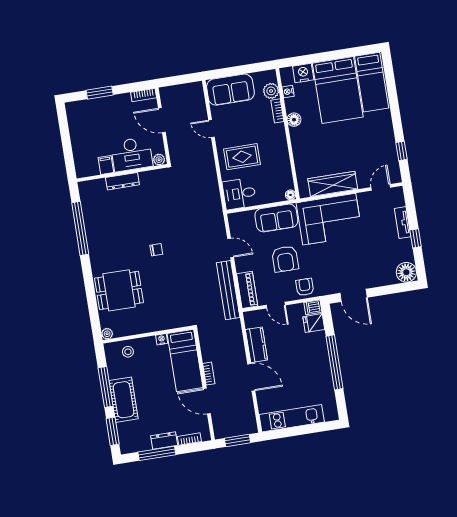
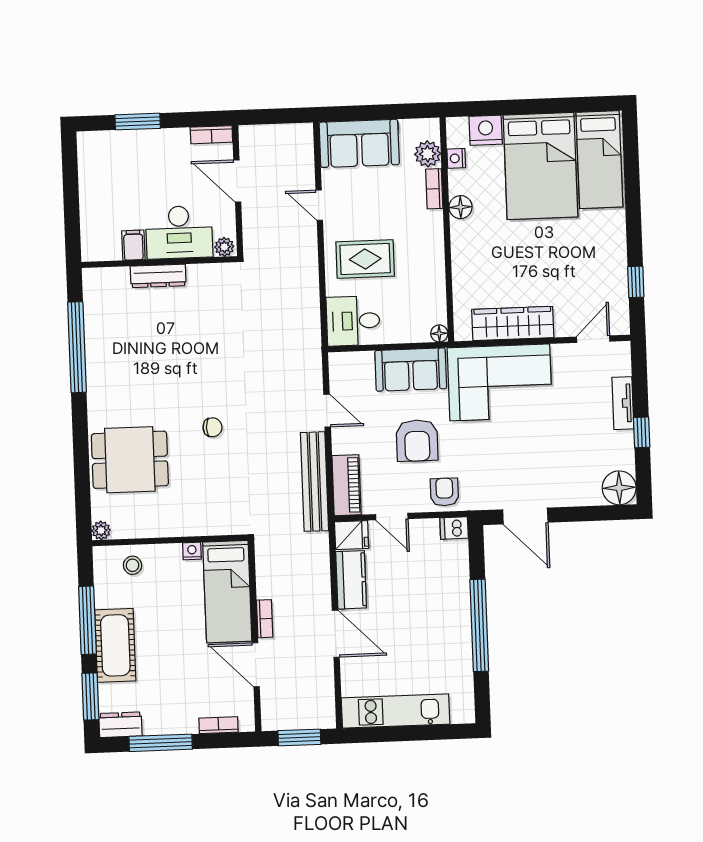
chair: (156, 250) -> (212, 427), moved
fridge: (314, 323) -> (352, 535), moved, turned 180
dresser: (164, 441) -> (120, 725), moved

